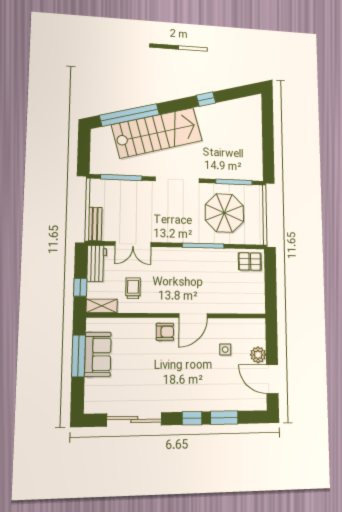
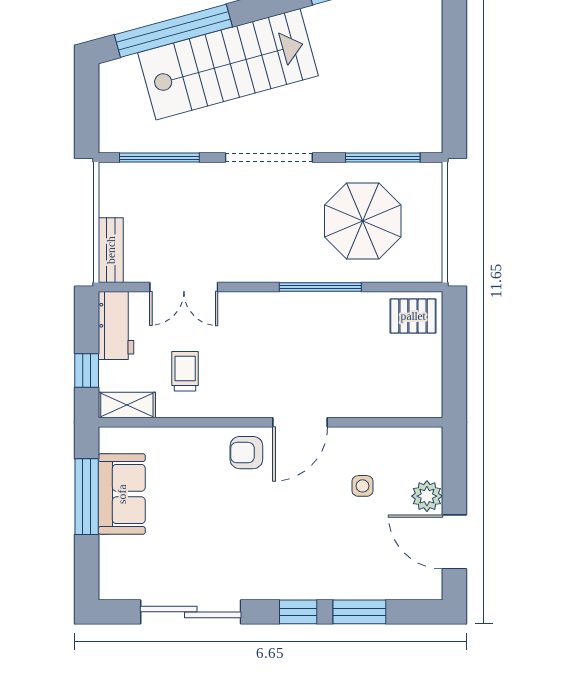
armchair: (165, 332) -> (246, 453), turned 180

